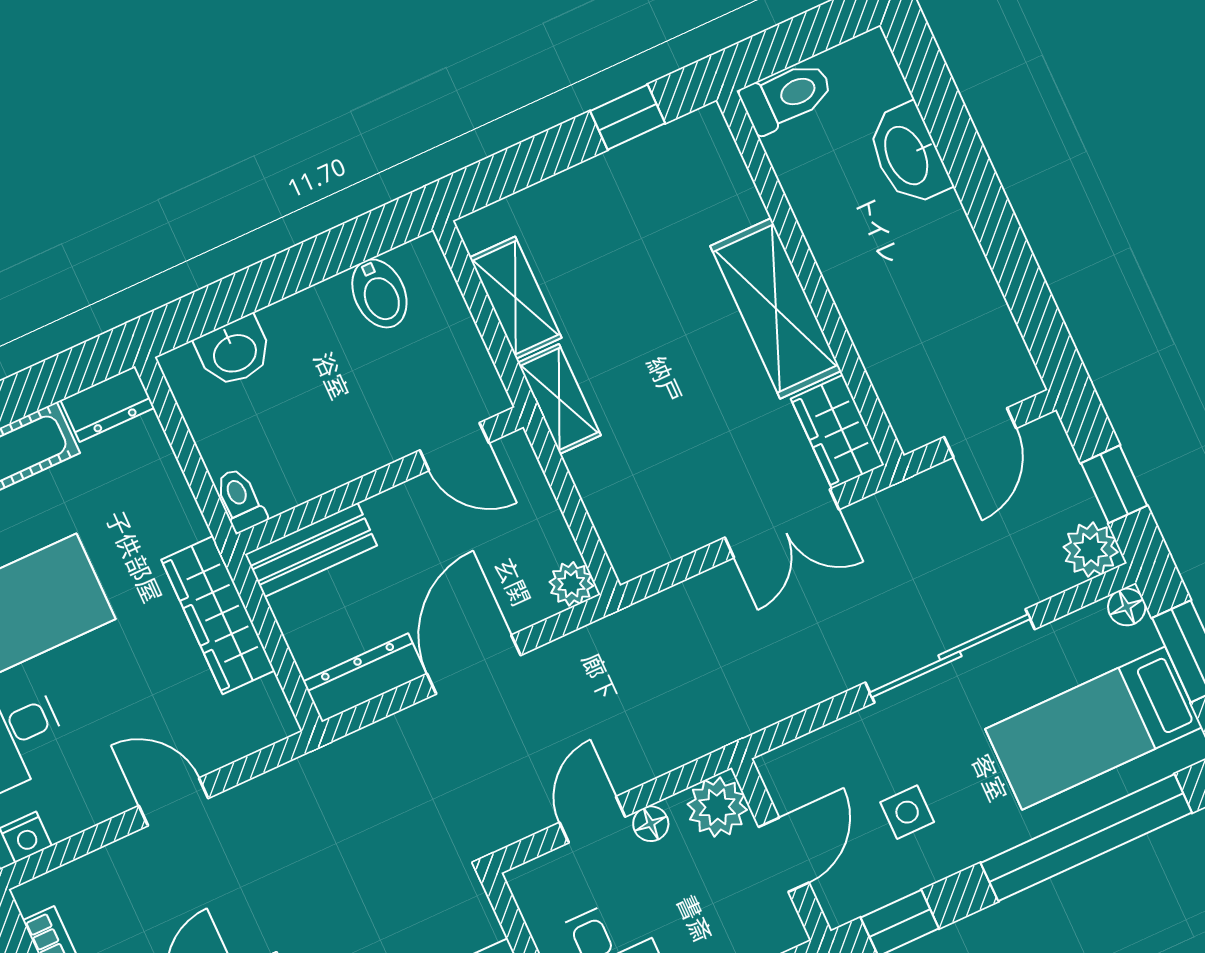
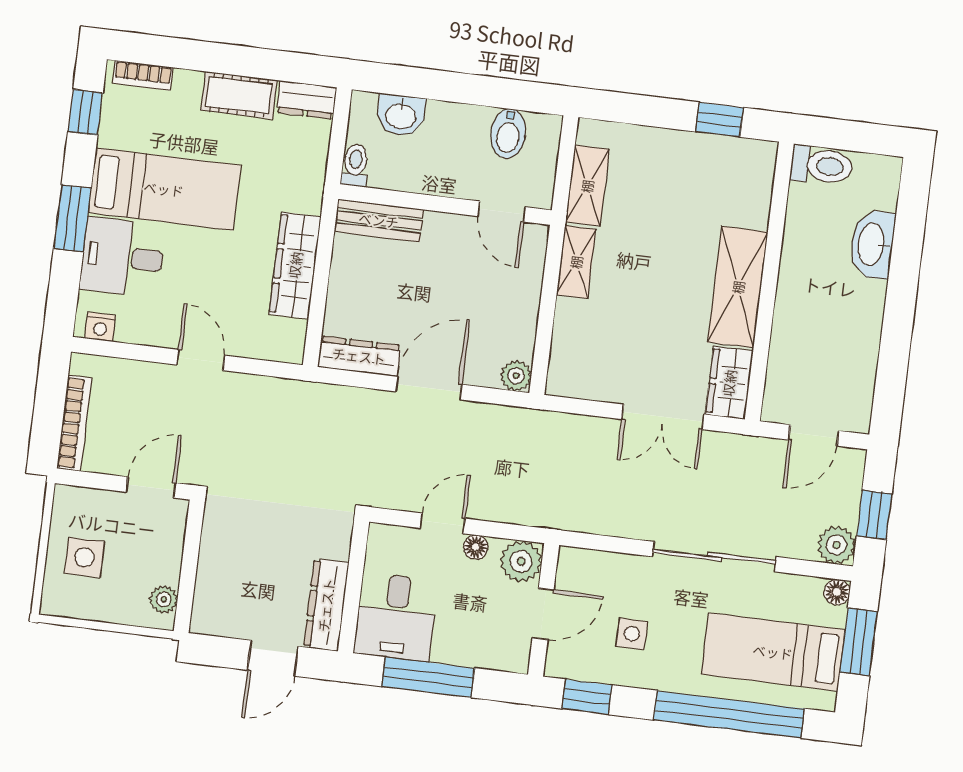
door: (454, 447) -> (502, 212), moved
wall: (380, 481) -> (445, 205), moved
toilet: (240, 500) -> (355, 165), moved
bench: (311, 550) -> (379, 220), moved

